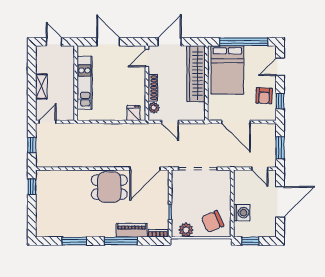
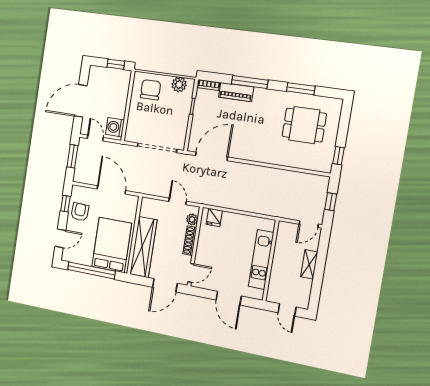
dining table: (109, 187) -> (304, 125), moved
washing machine: (242, 213) -> (115, 127), moved
chair: (213, 222) -> (151, 90), turned -66

